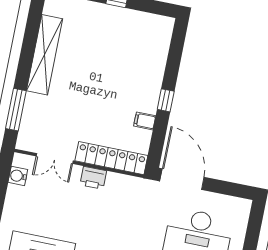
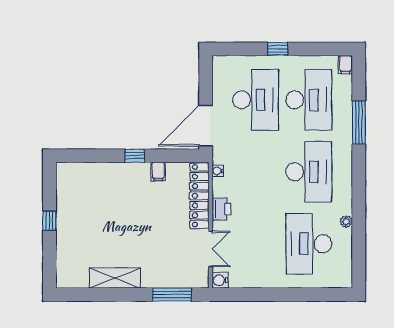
shelving: (45, 55) -> (115, 278), width x0.68
water cooler: (18, 176) -> (220, 280), moved, turned 90
water cooler: (133, 182) -> (218, 171), added

